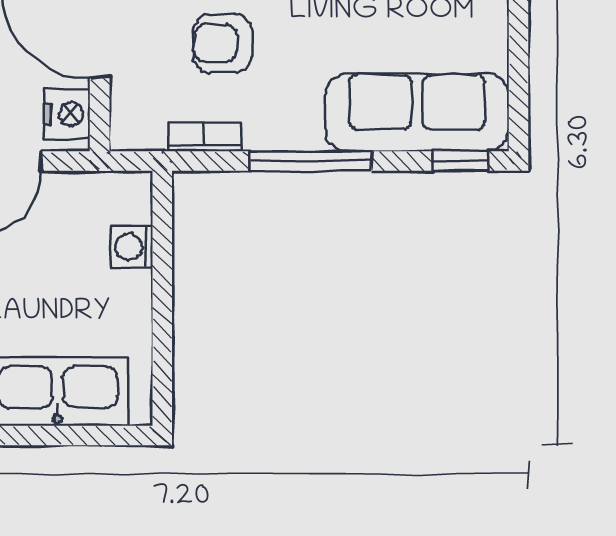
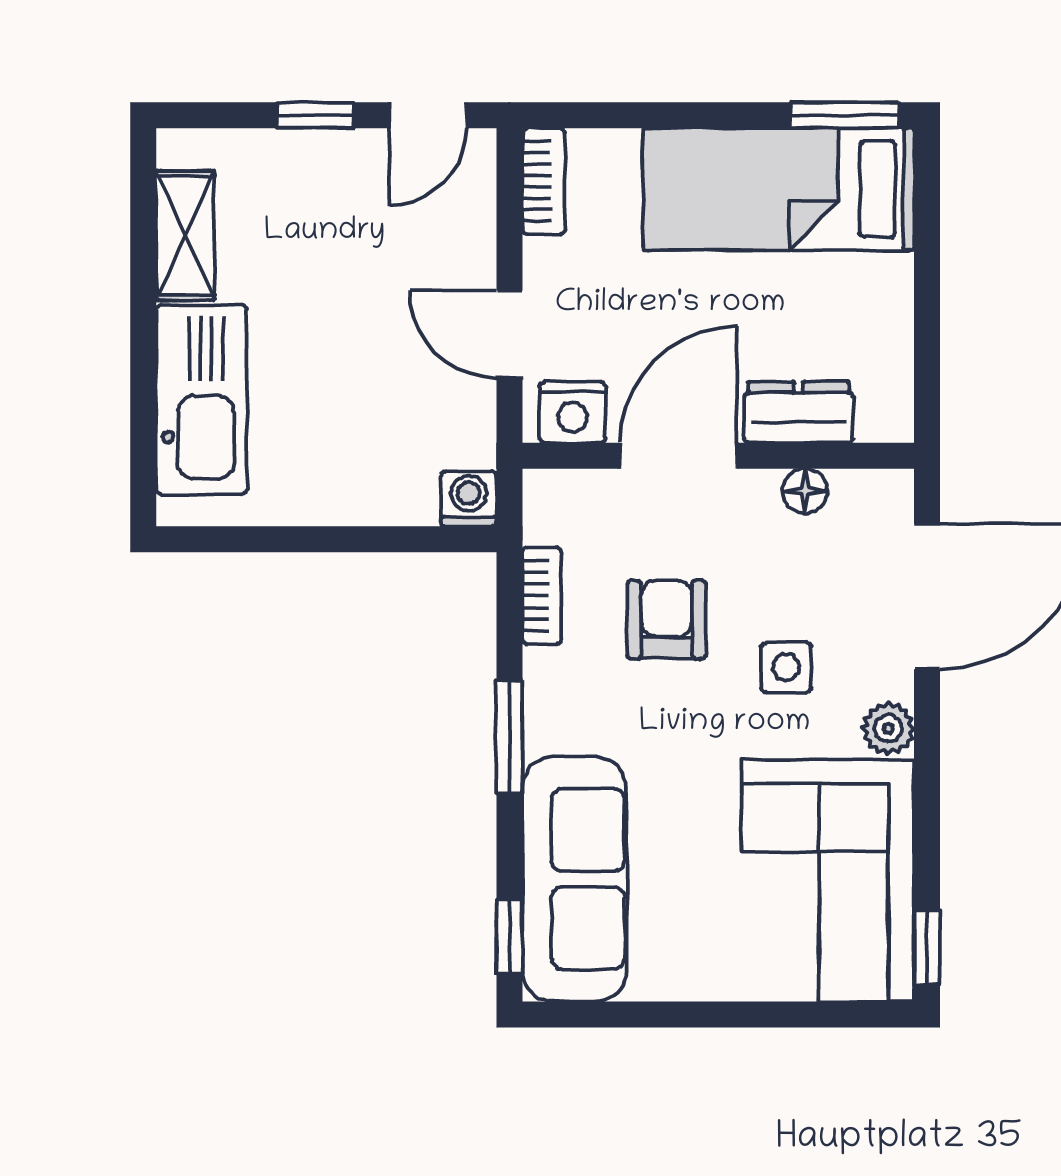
window: (310, 161) -> (509, 737), width x0.69
washing machine: (132, 247) -> (469, 499), moved

